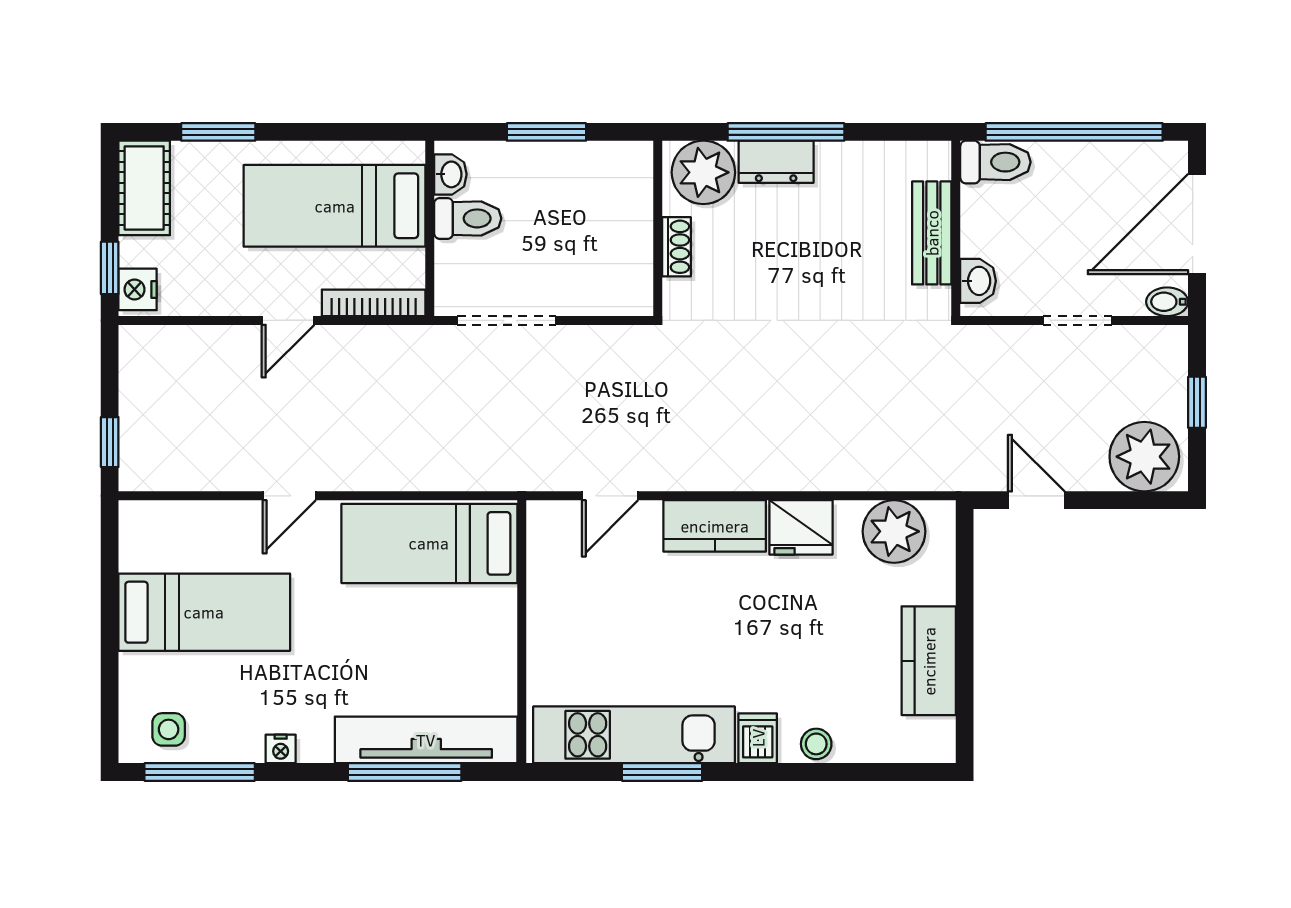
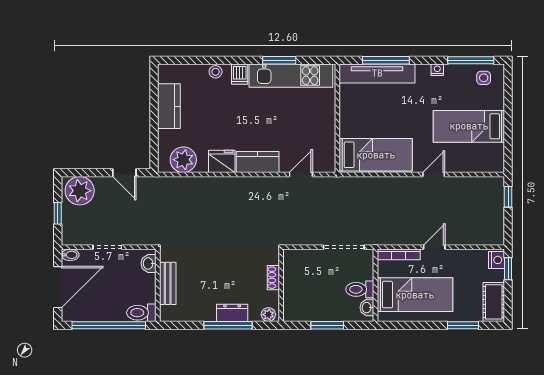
plant: (703, 172) -> (268, 315), width x0.53, depth x0.53

